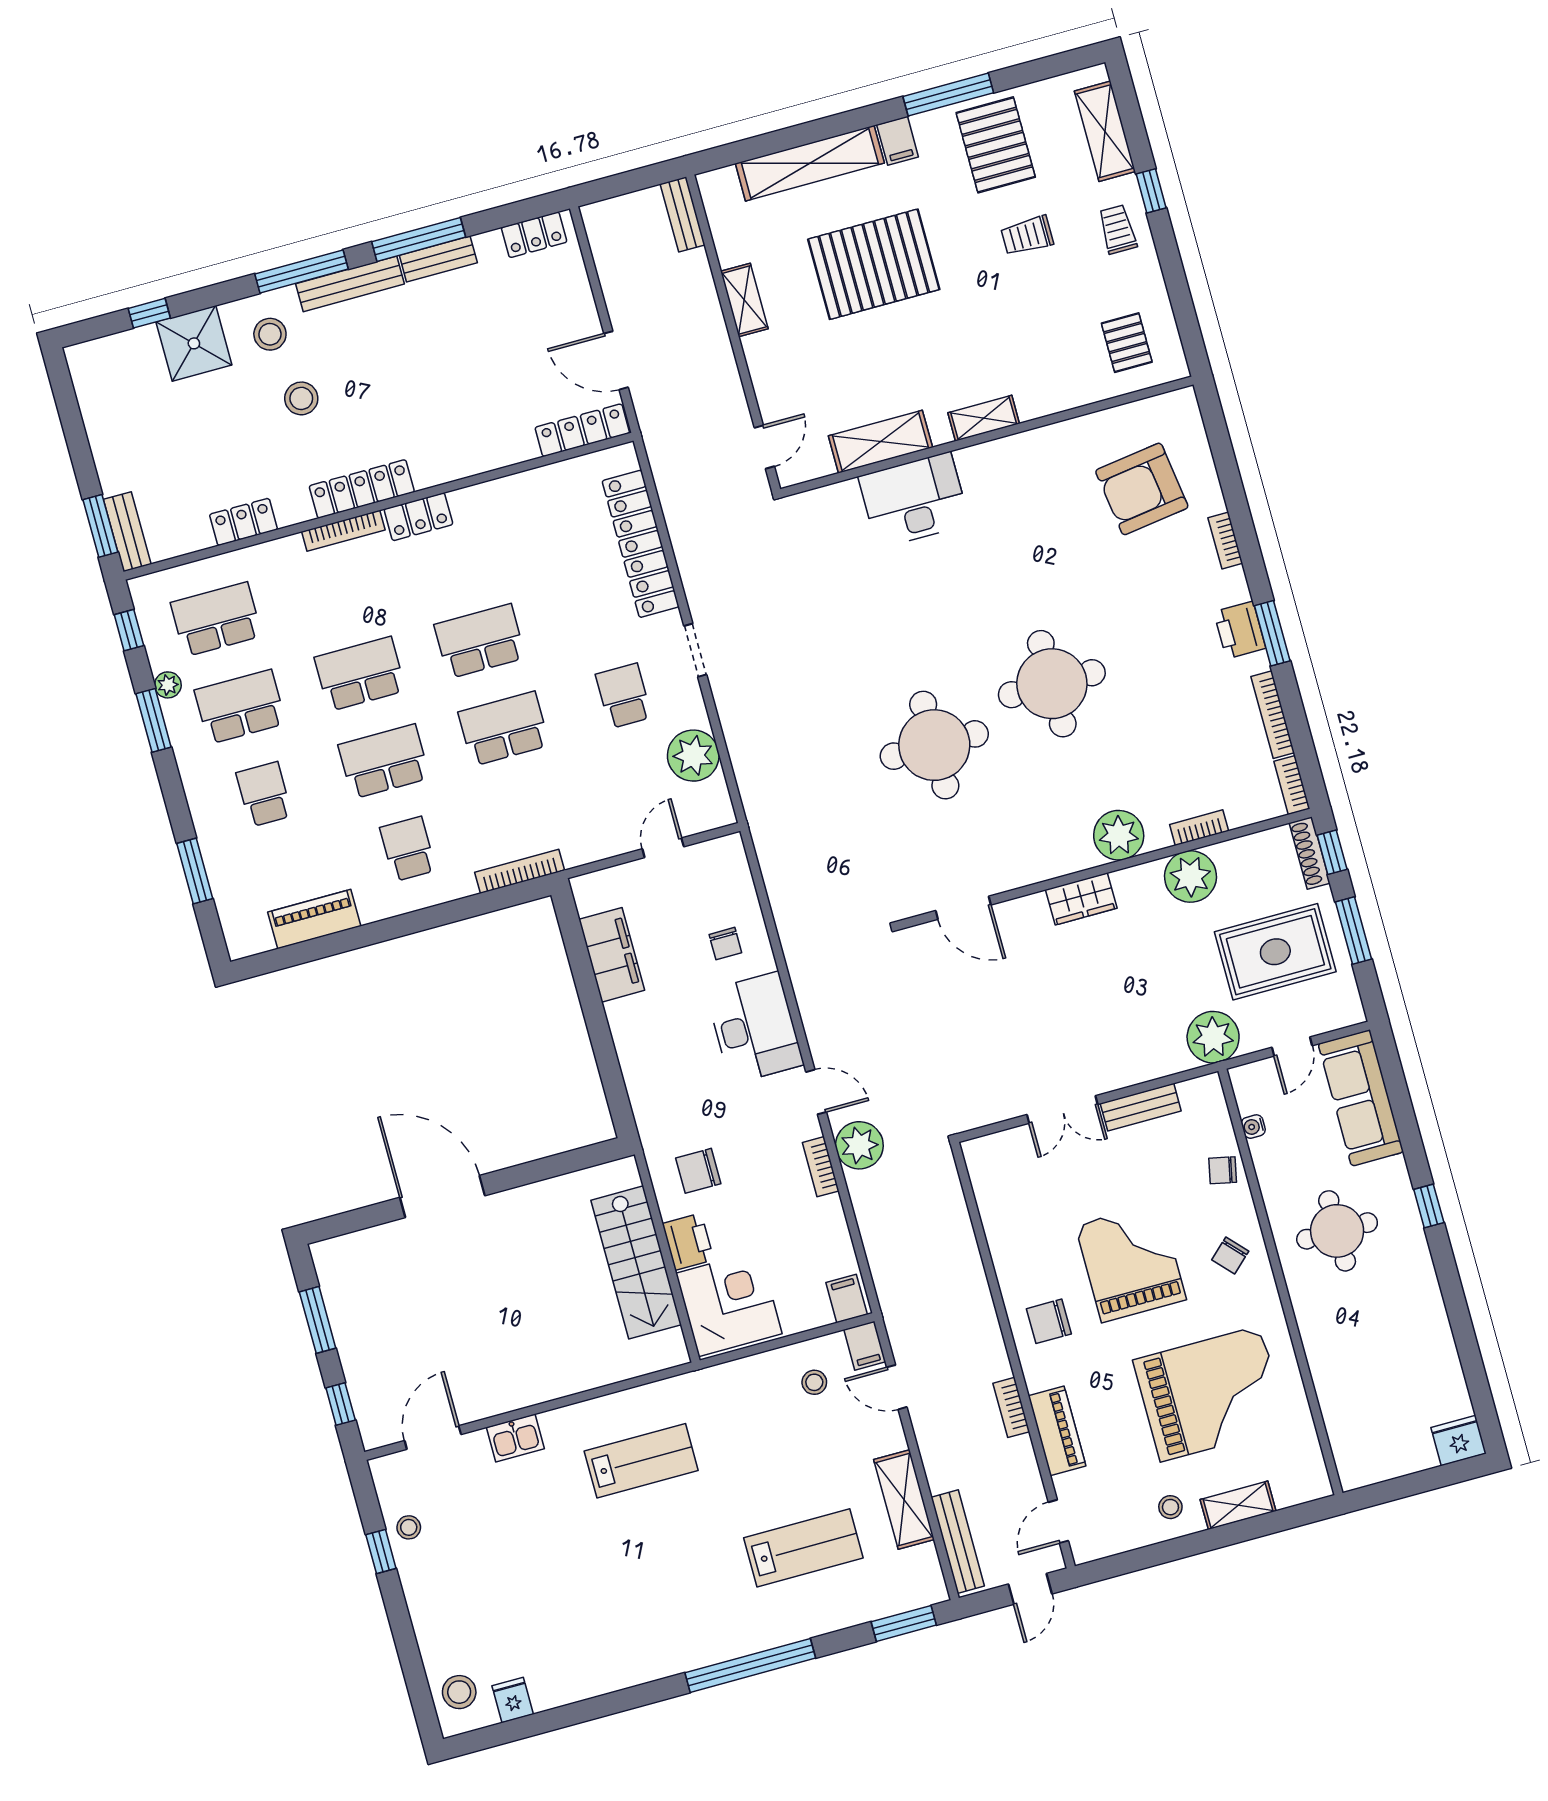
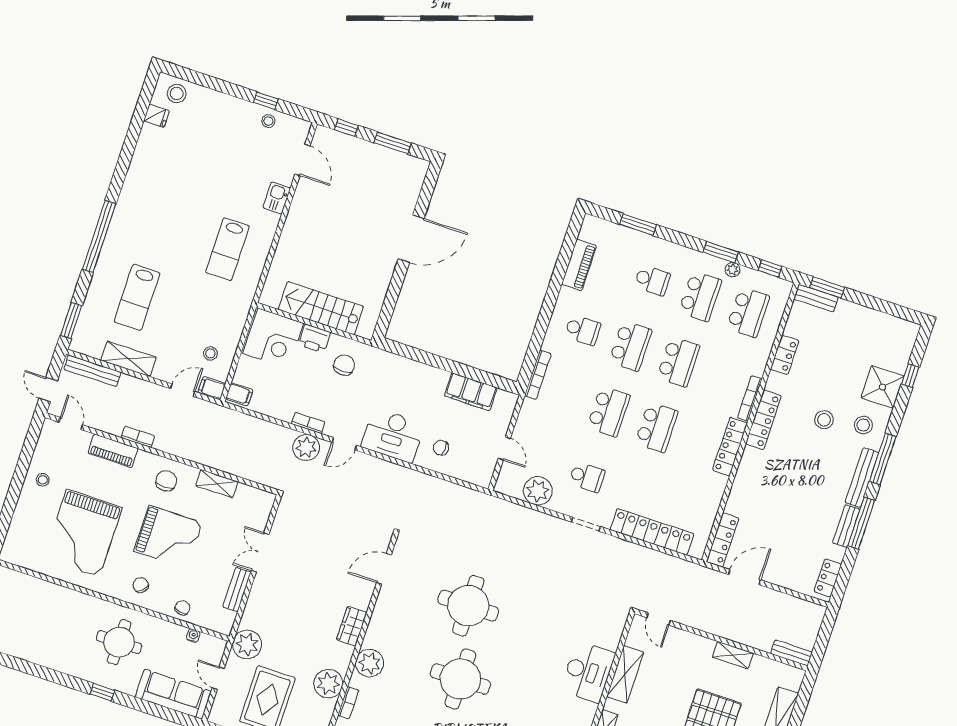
locker: (418, 517) -> (730, 447), width x1.53
shelving: (1238, 1505) -> (217, 484), moved, turned 90

